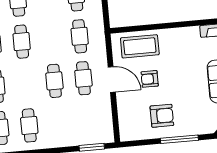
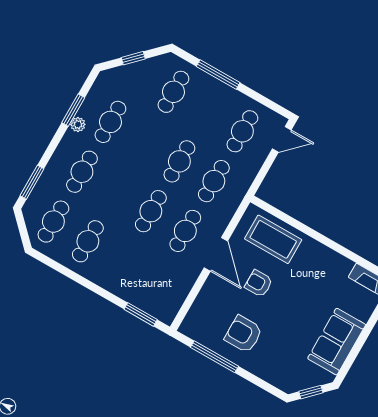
cafe table: (22, 42) -> (179, 161), moved
armchair: (162, 116) -> (243, 334), turned 180
window: (179, 139) -> (215, 357), moved

